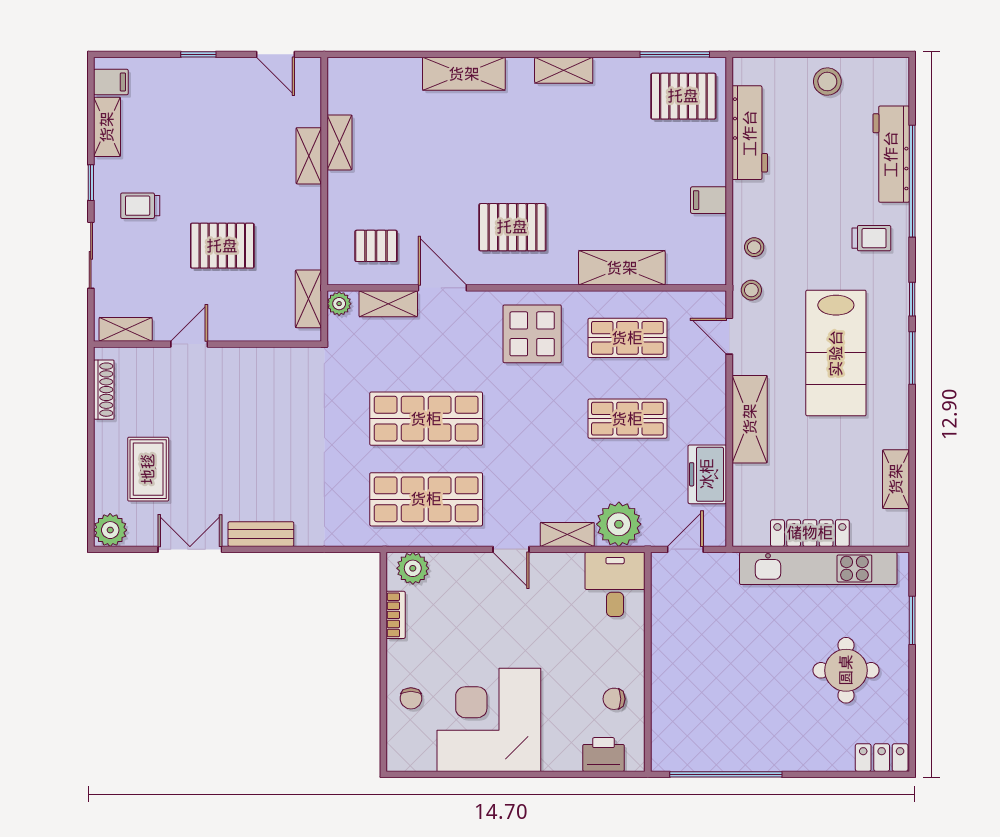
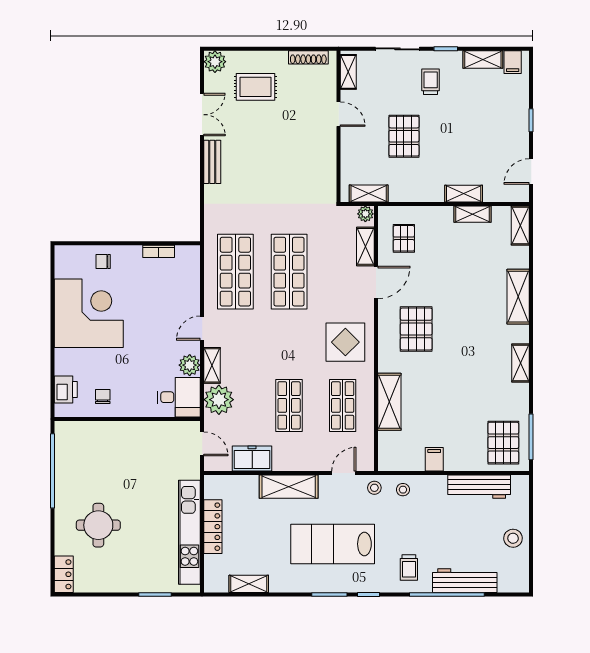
shelving: (357, 71) -> (520, 225), added
plant: (413, 568) -> (190, 365), moved
round table: (846, 670) -> (98, 525), moved

